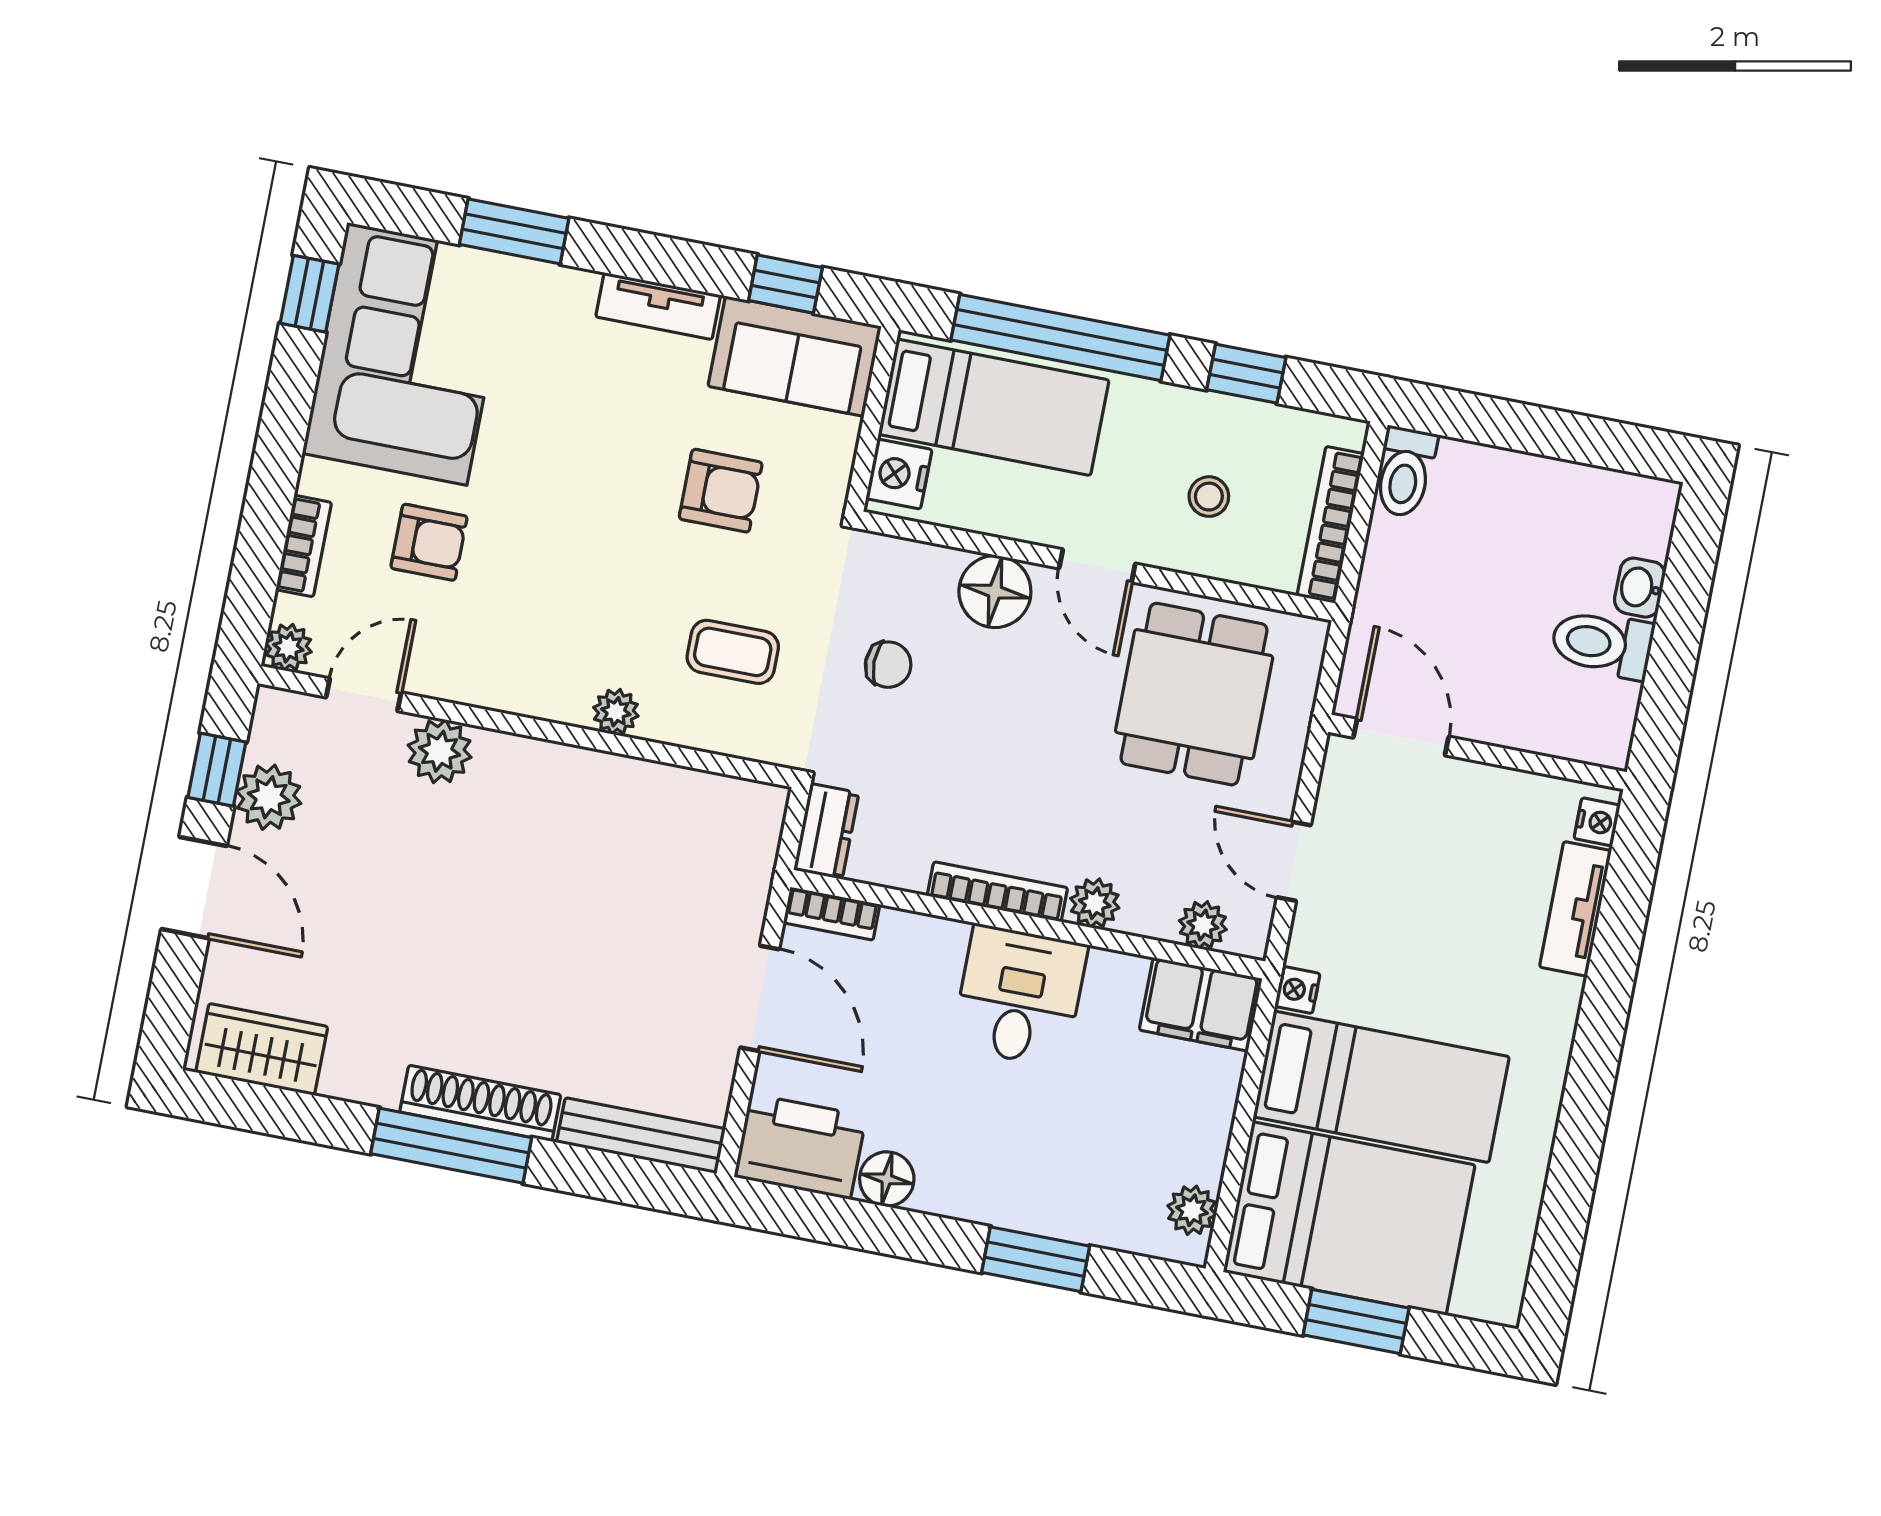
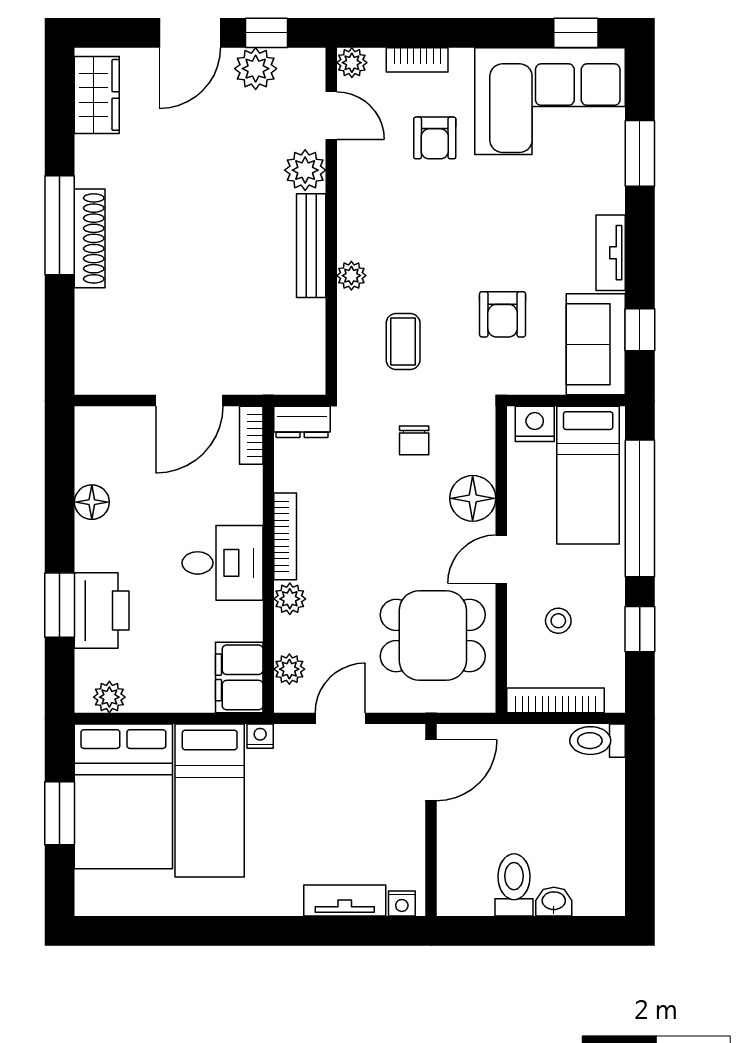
bench: (641, 1136) -> (311, 246), moved
printer: (800, 1146) -> (102, 611), moved

